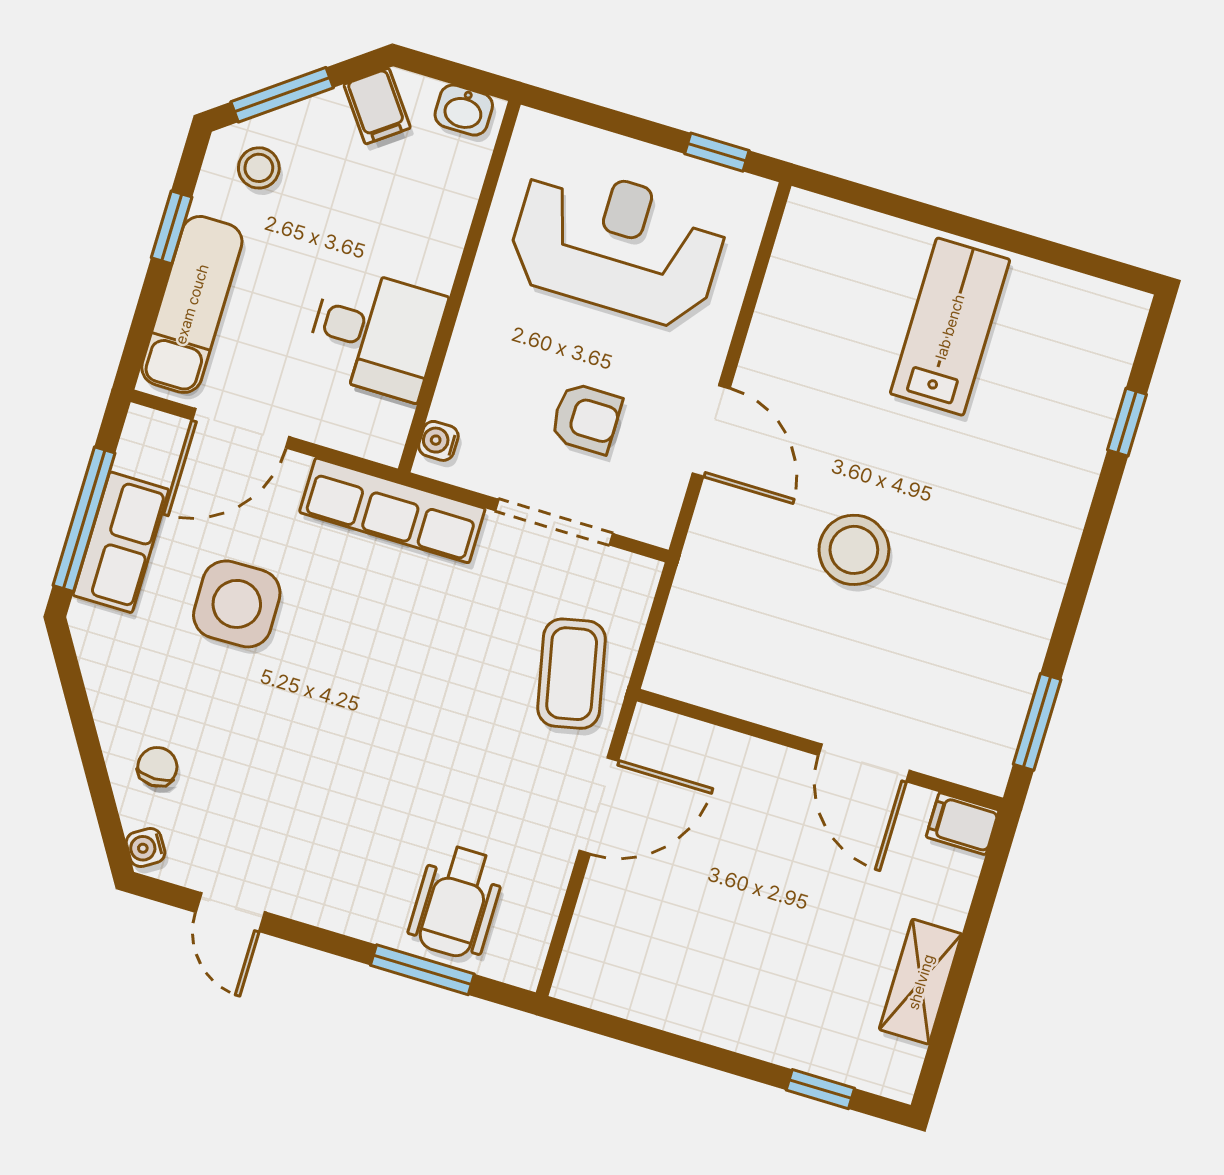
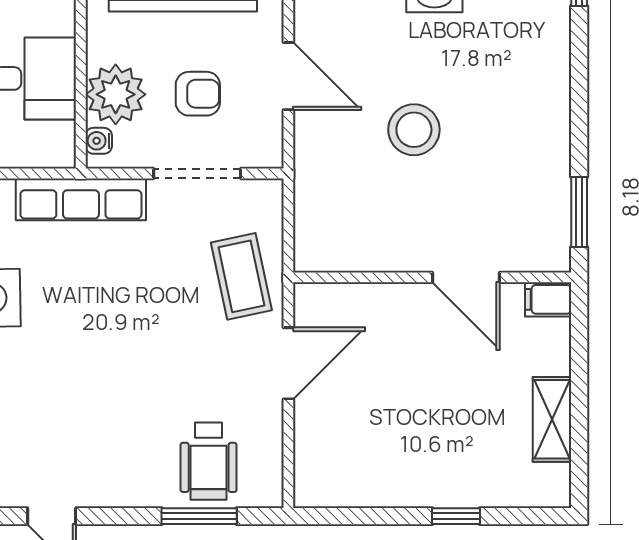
plant: (479, 387) -> (116, 94), added
window: (820, 1089) -> (456, 516), moved

